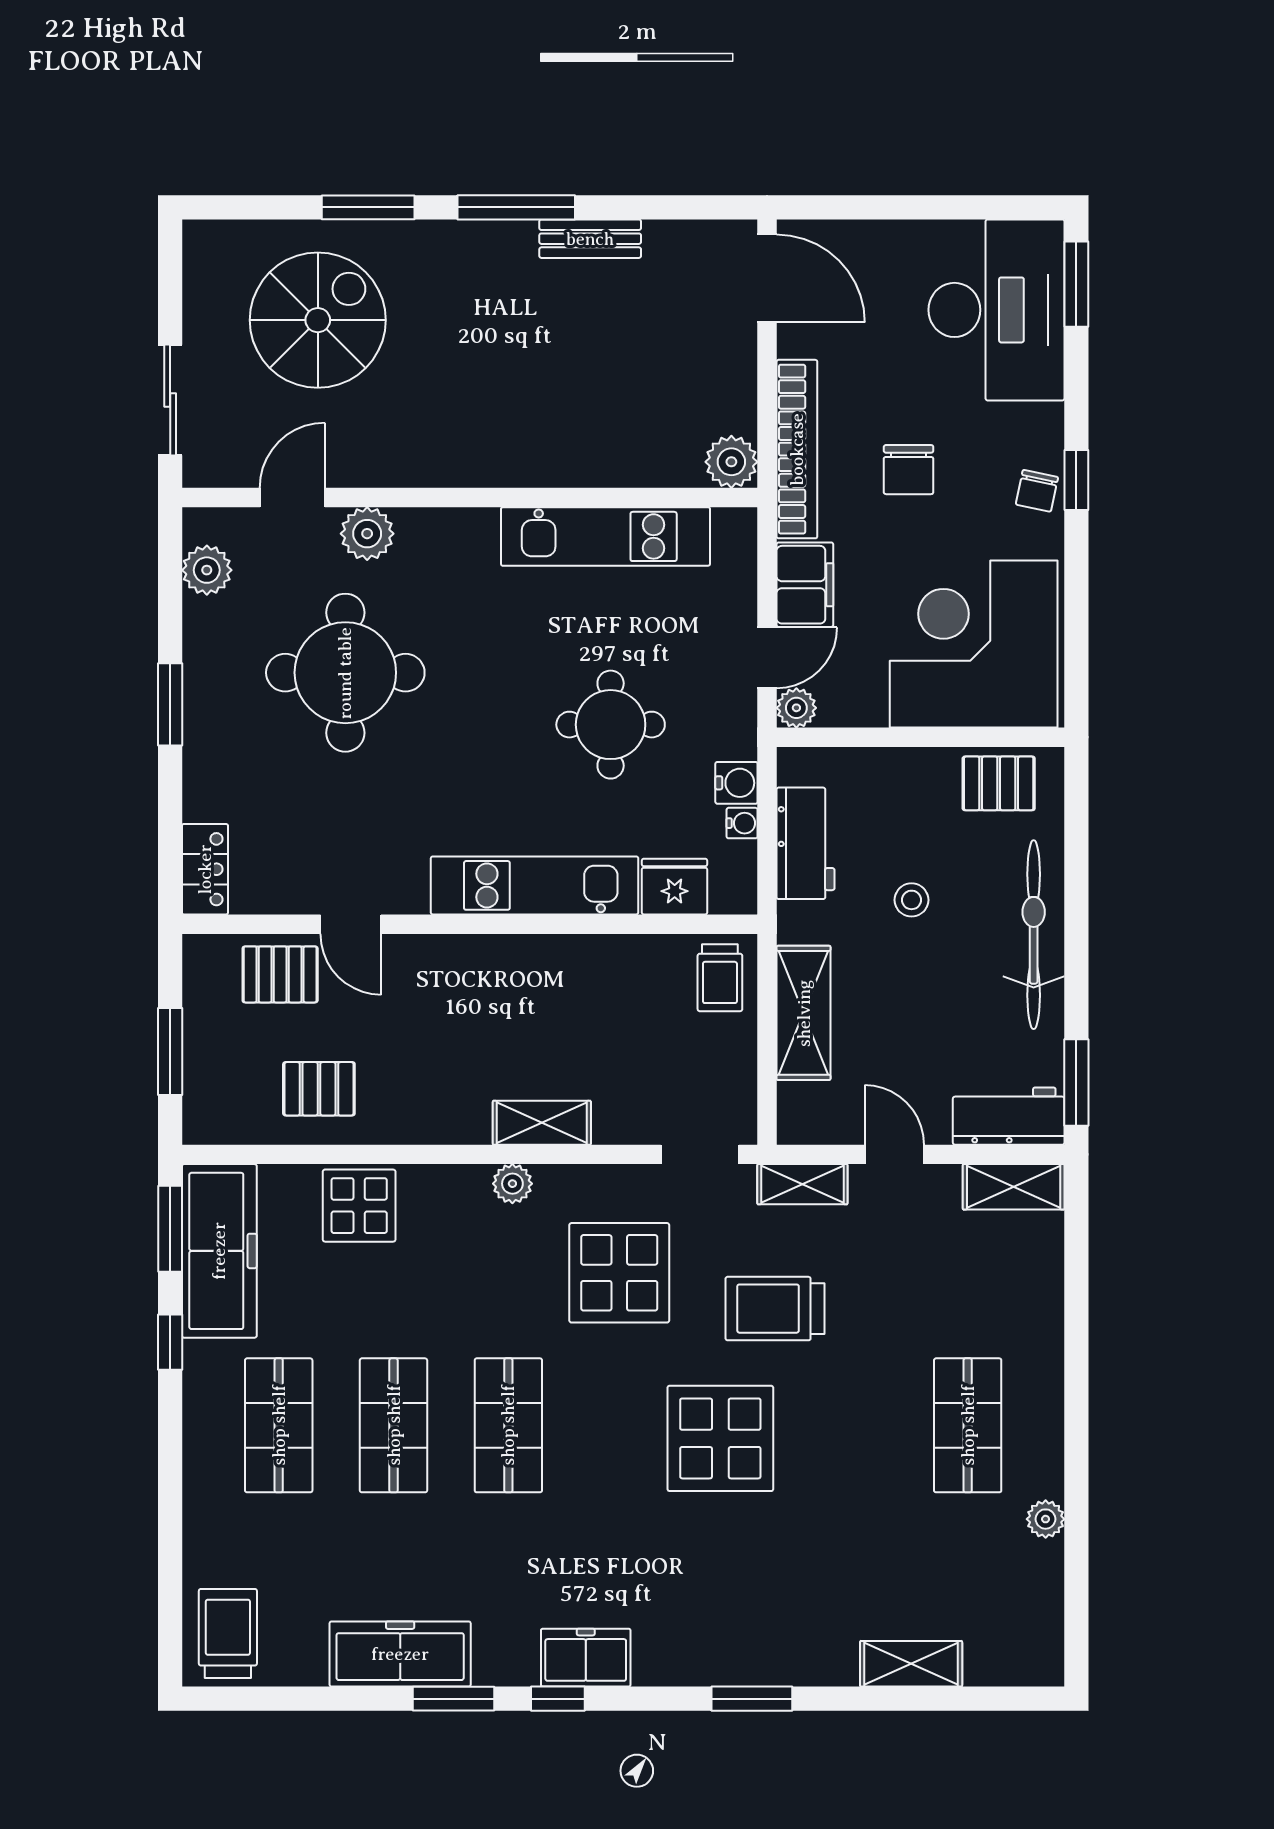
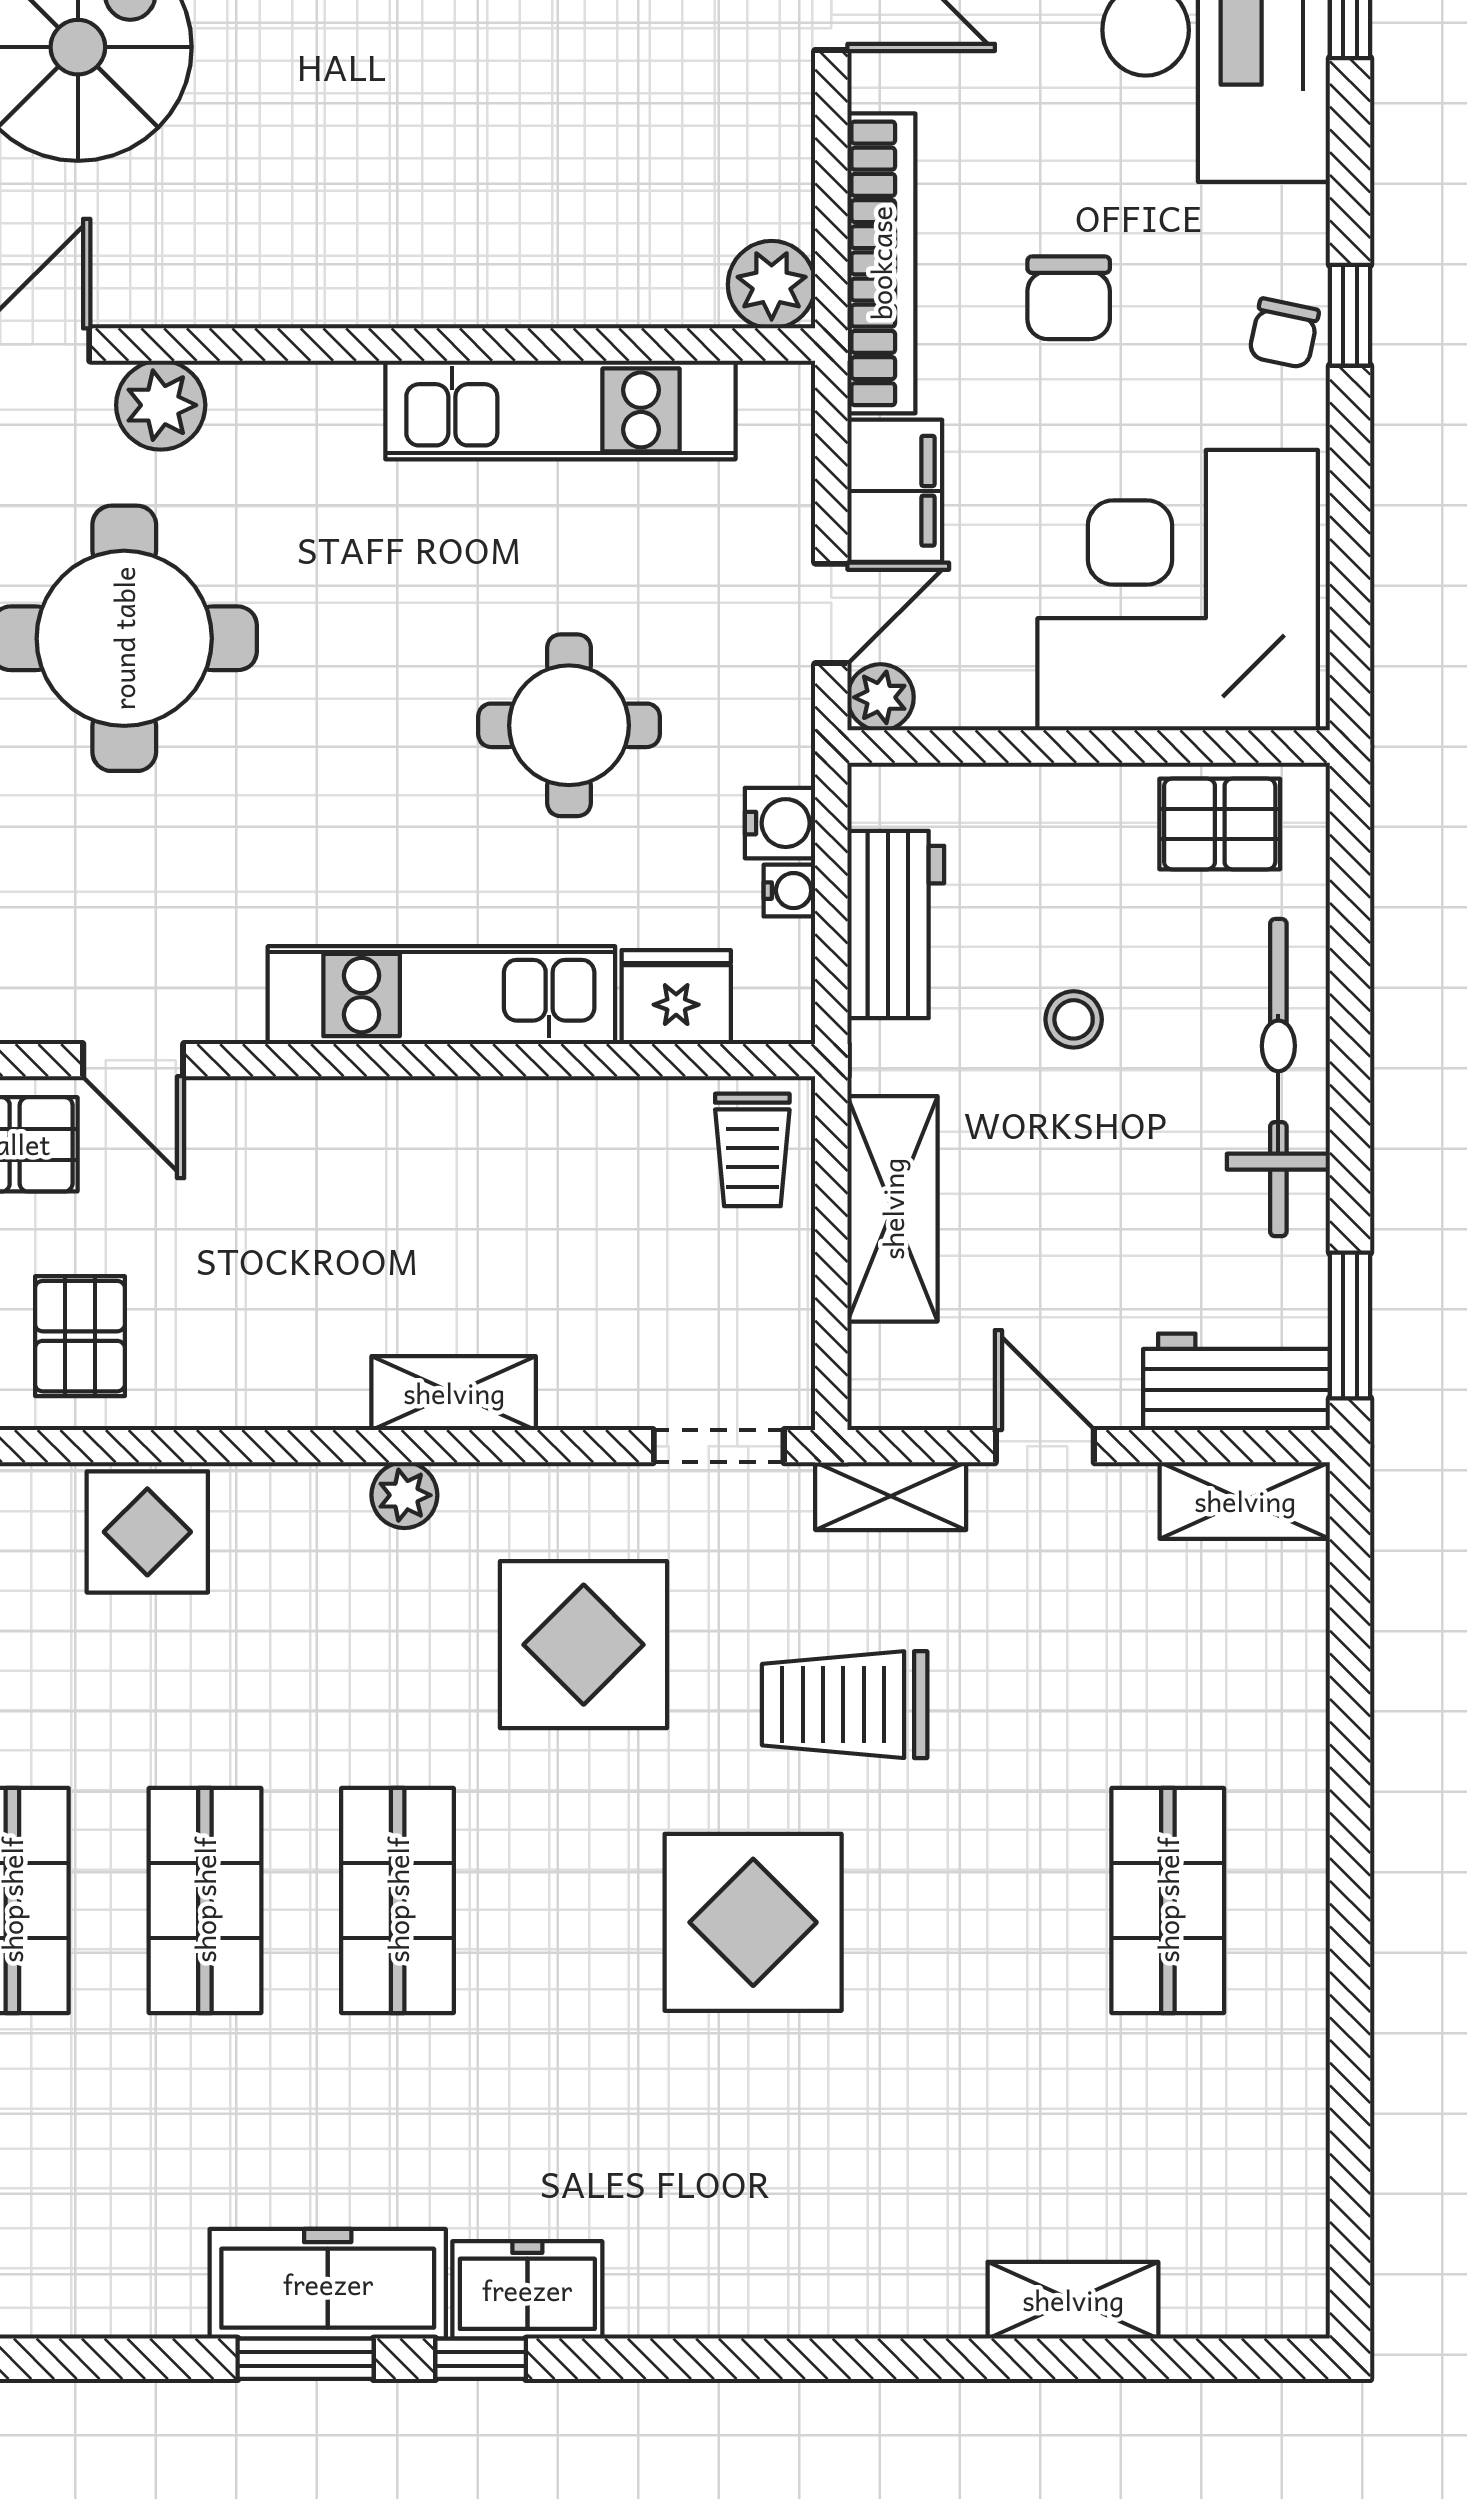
pallet: (319, 1089) -> (80, 1336), turned 90
plant: (1046, 1519) -> (1298, 2058), removed
freezer: (400, 1654) -> (328, 2284), moved
window: (752, 1699) -> (806, 2359), removed

